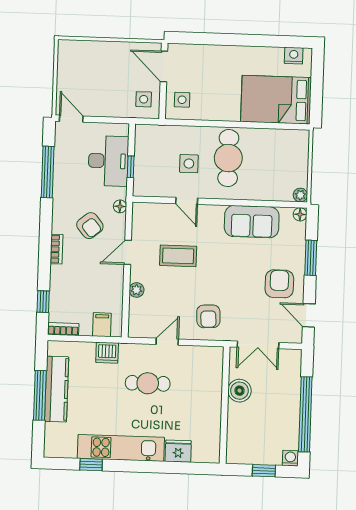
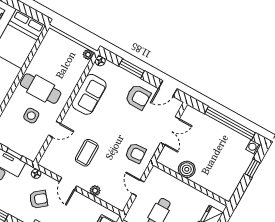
armchair: (279, 284) -> (138, 97), turned 180
boiler: (239, 391) -> (187, 169), moved
wall: (225, 405) -> (191, 184), moved

